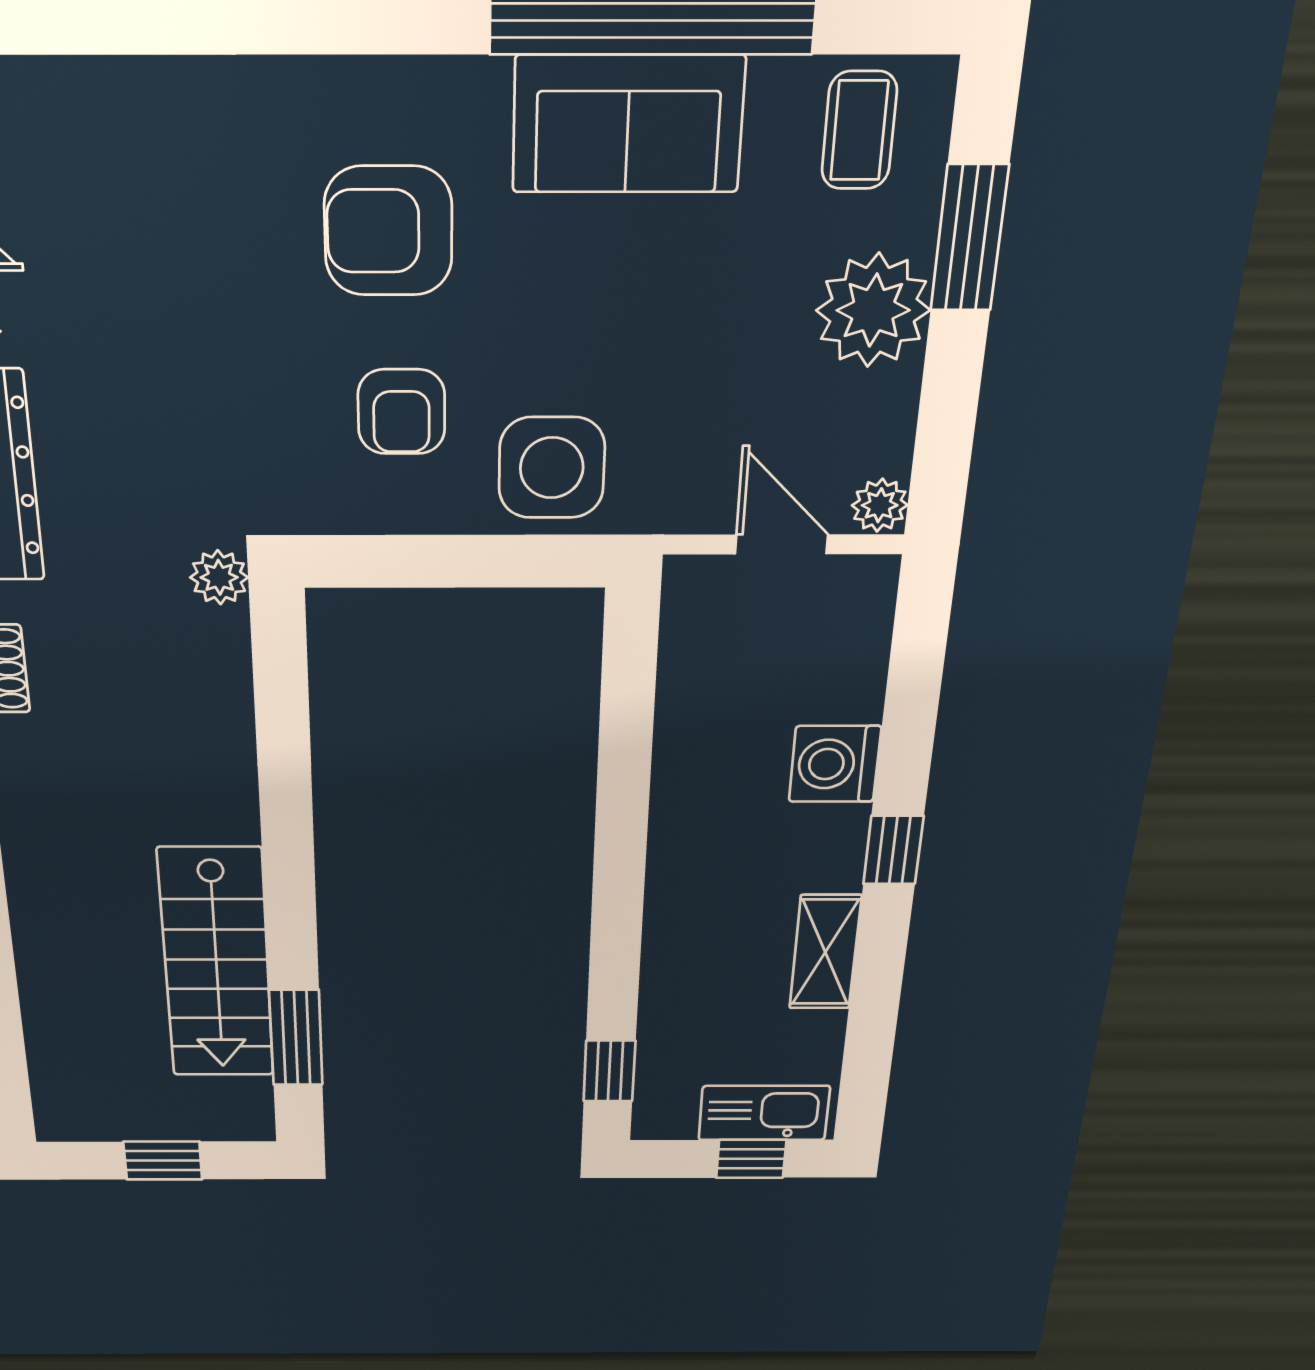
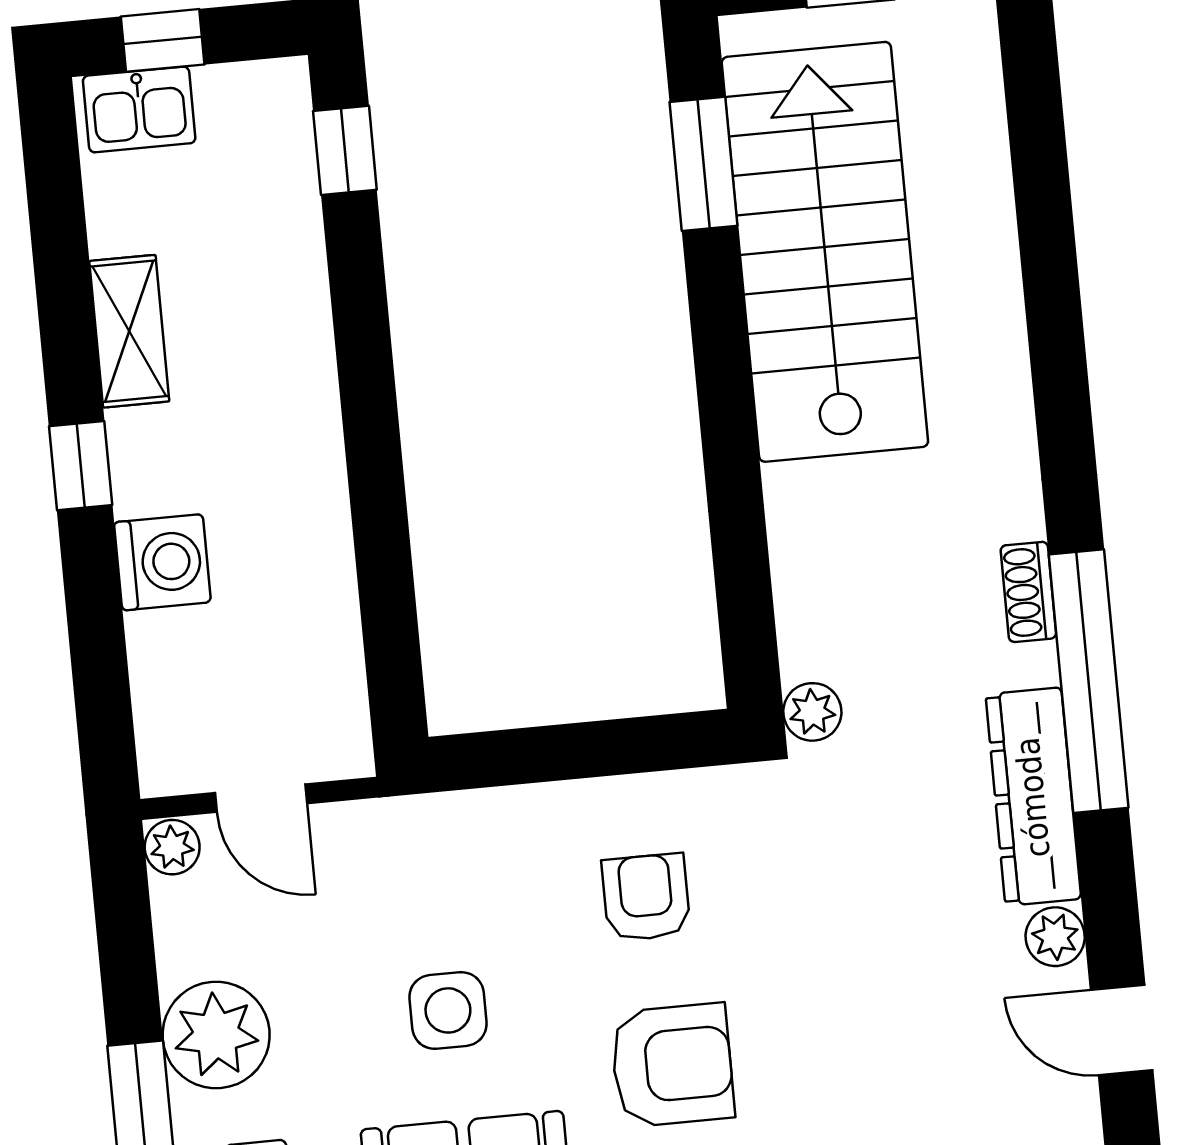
side table: (552, 468) -> (448, 1010), moved, width x0.73, depth x0.73
stairs: (217, 964) -> (825, 252), width x1.36, depth x1.51
kitchen sink: (764, 1113) -> (139, 109), width x0.73

